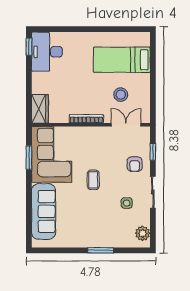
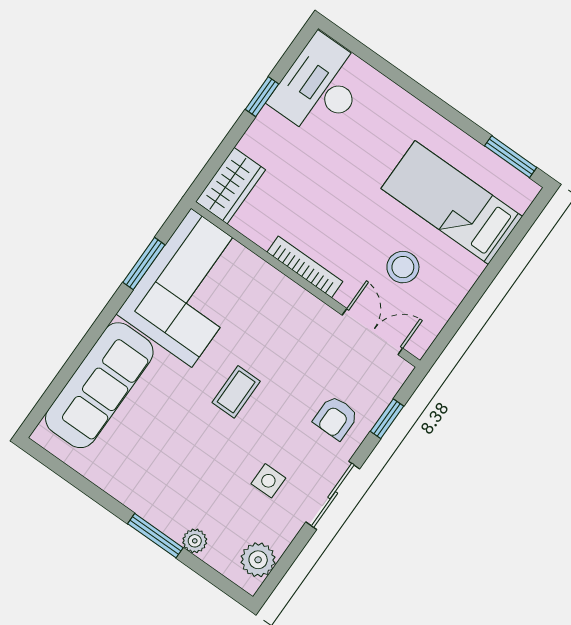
window: (131, 29) -> (511, 157), added
window: (29, 47) -> (262, 97), moved
plant: (116, 242) -> (195, 541), added

